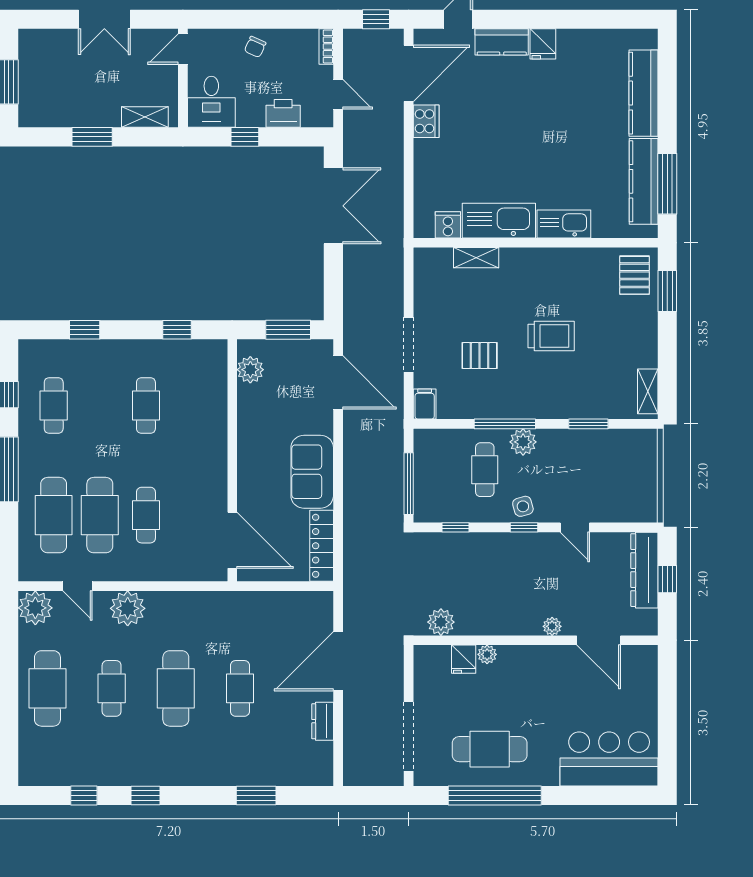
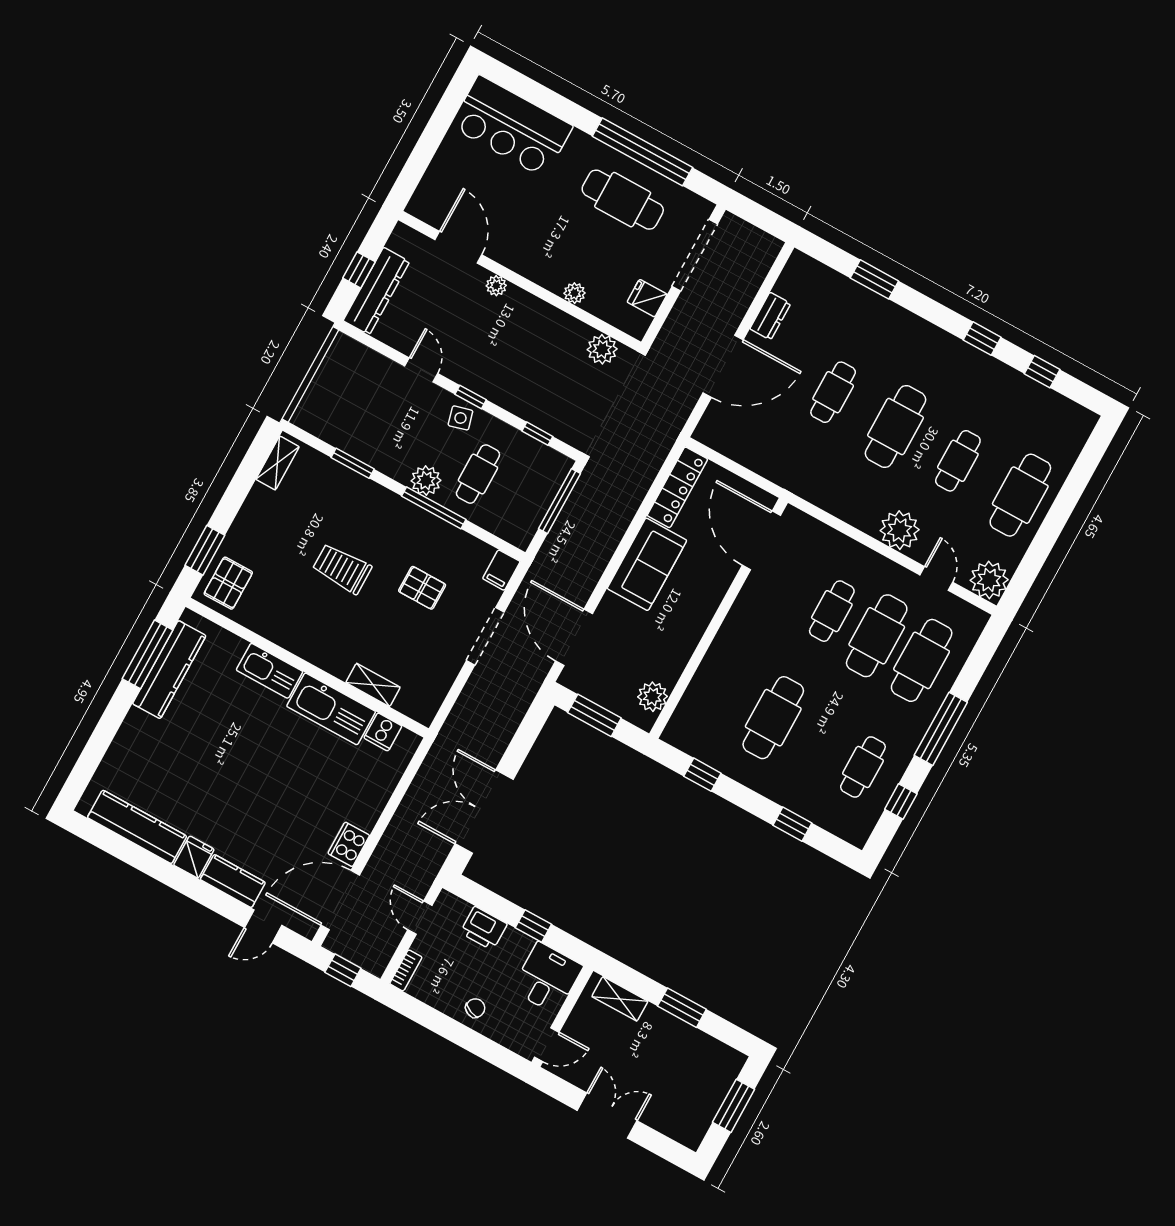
kitchen counter: (643, 93) -> (137, 827), moved, turned -90
cafe table: (146, 406) -> (773, 718), width x1.37, depth x1.35
fridge: (464, 659) -> (647, 298), moved, turned -90

